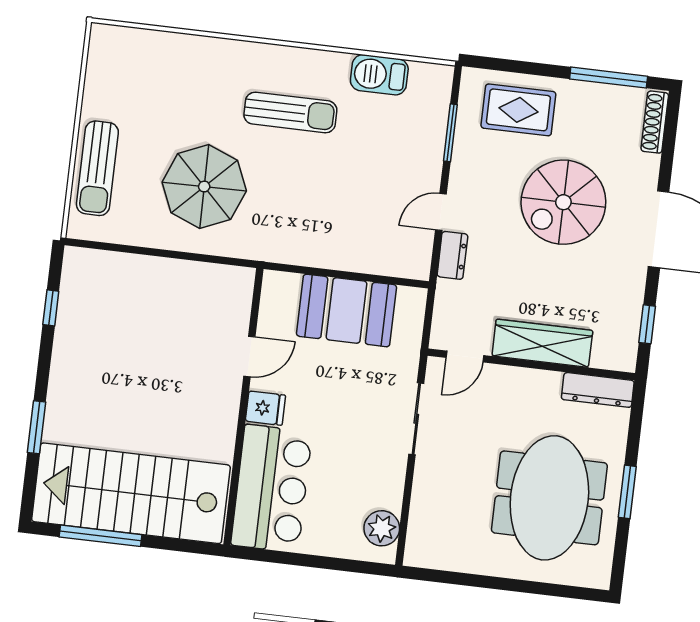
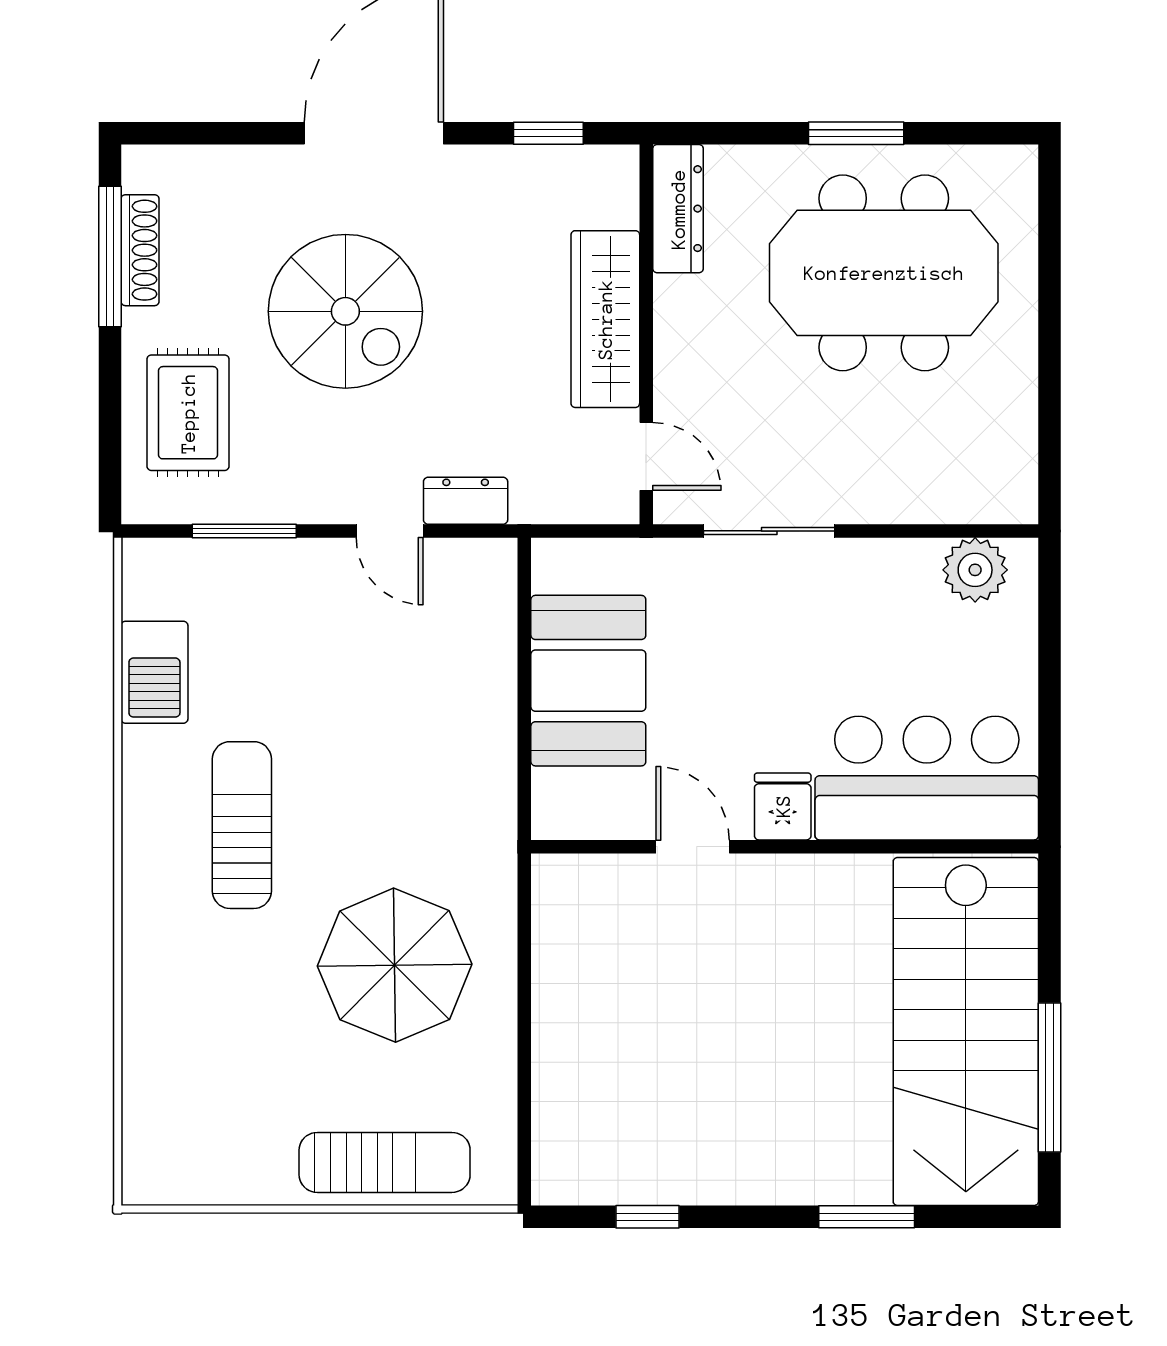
shoe rack: (655, 122) -> (140, 250), moved, turned -90

